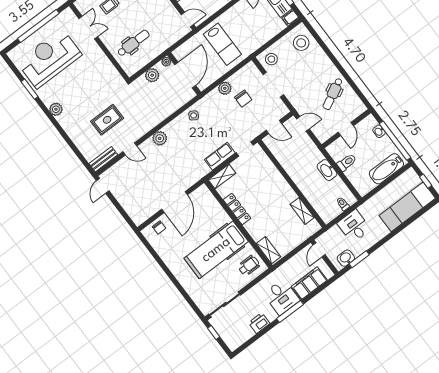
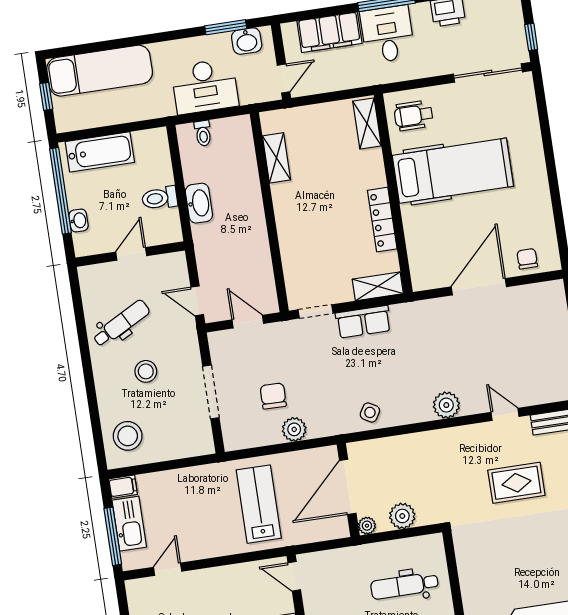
stool: (271, 59) -> (146, 371), moved
desk: (354, 226) -> (205, 86), width x1.37

